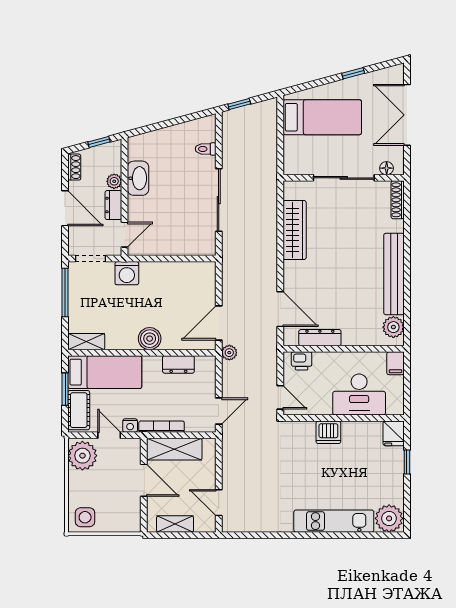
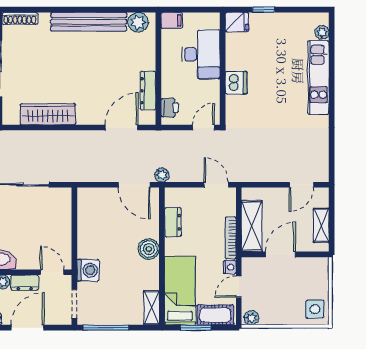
plant: (82, 456) -> (251, 318), width x0.53, depth x0.53
plant: (389, 518) -> (322, 32), width x0.53, depth x0.53

